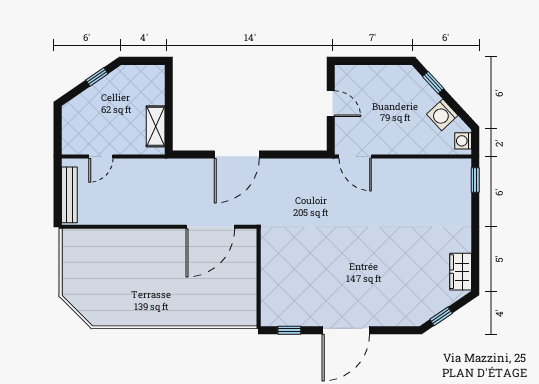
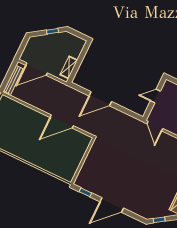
door: (331, 104) -> (155, 96), swing flipped
door: (101, 156) -> (36, 69), width x1.88
door: (210, 227) -> (62, 122), moved

